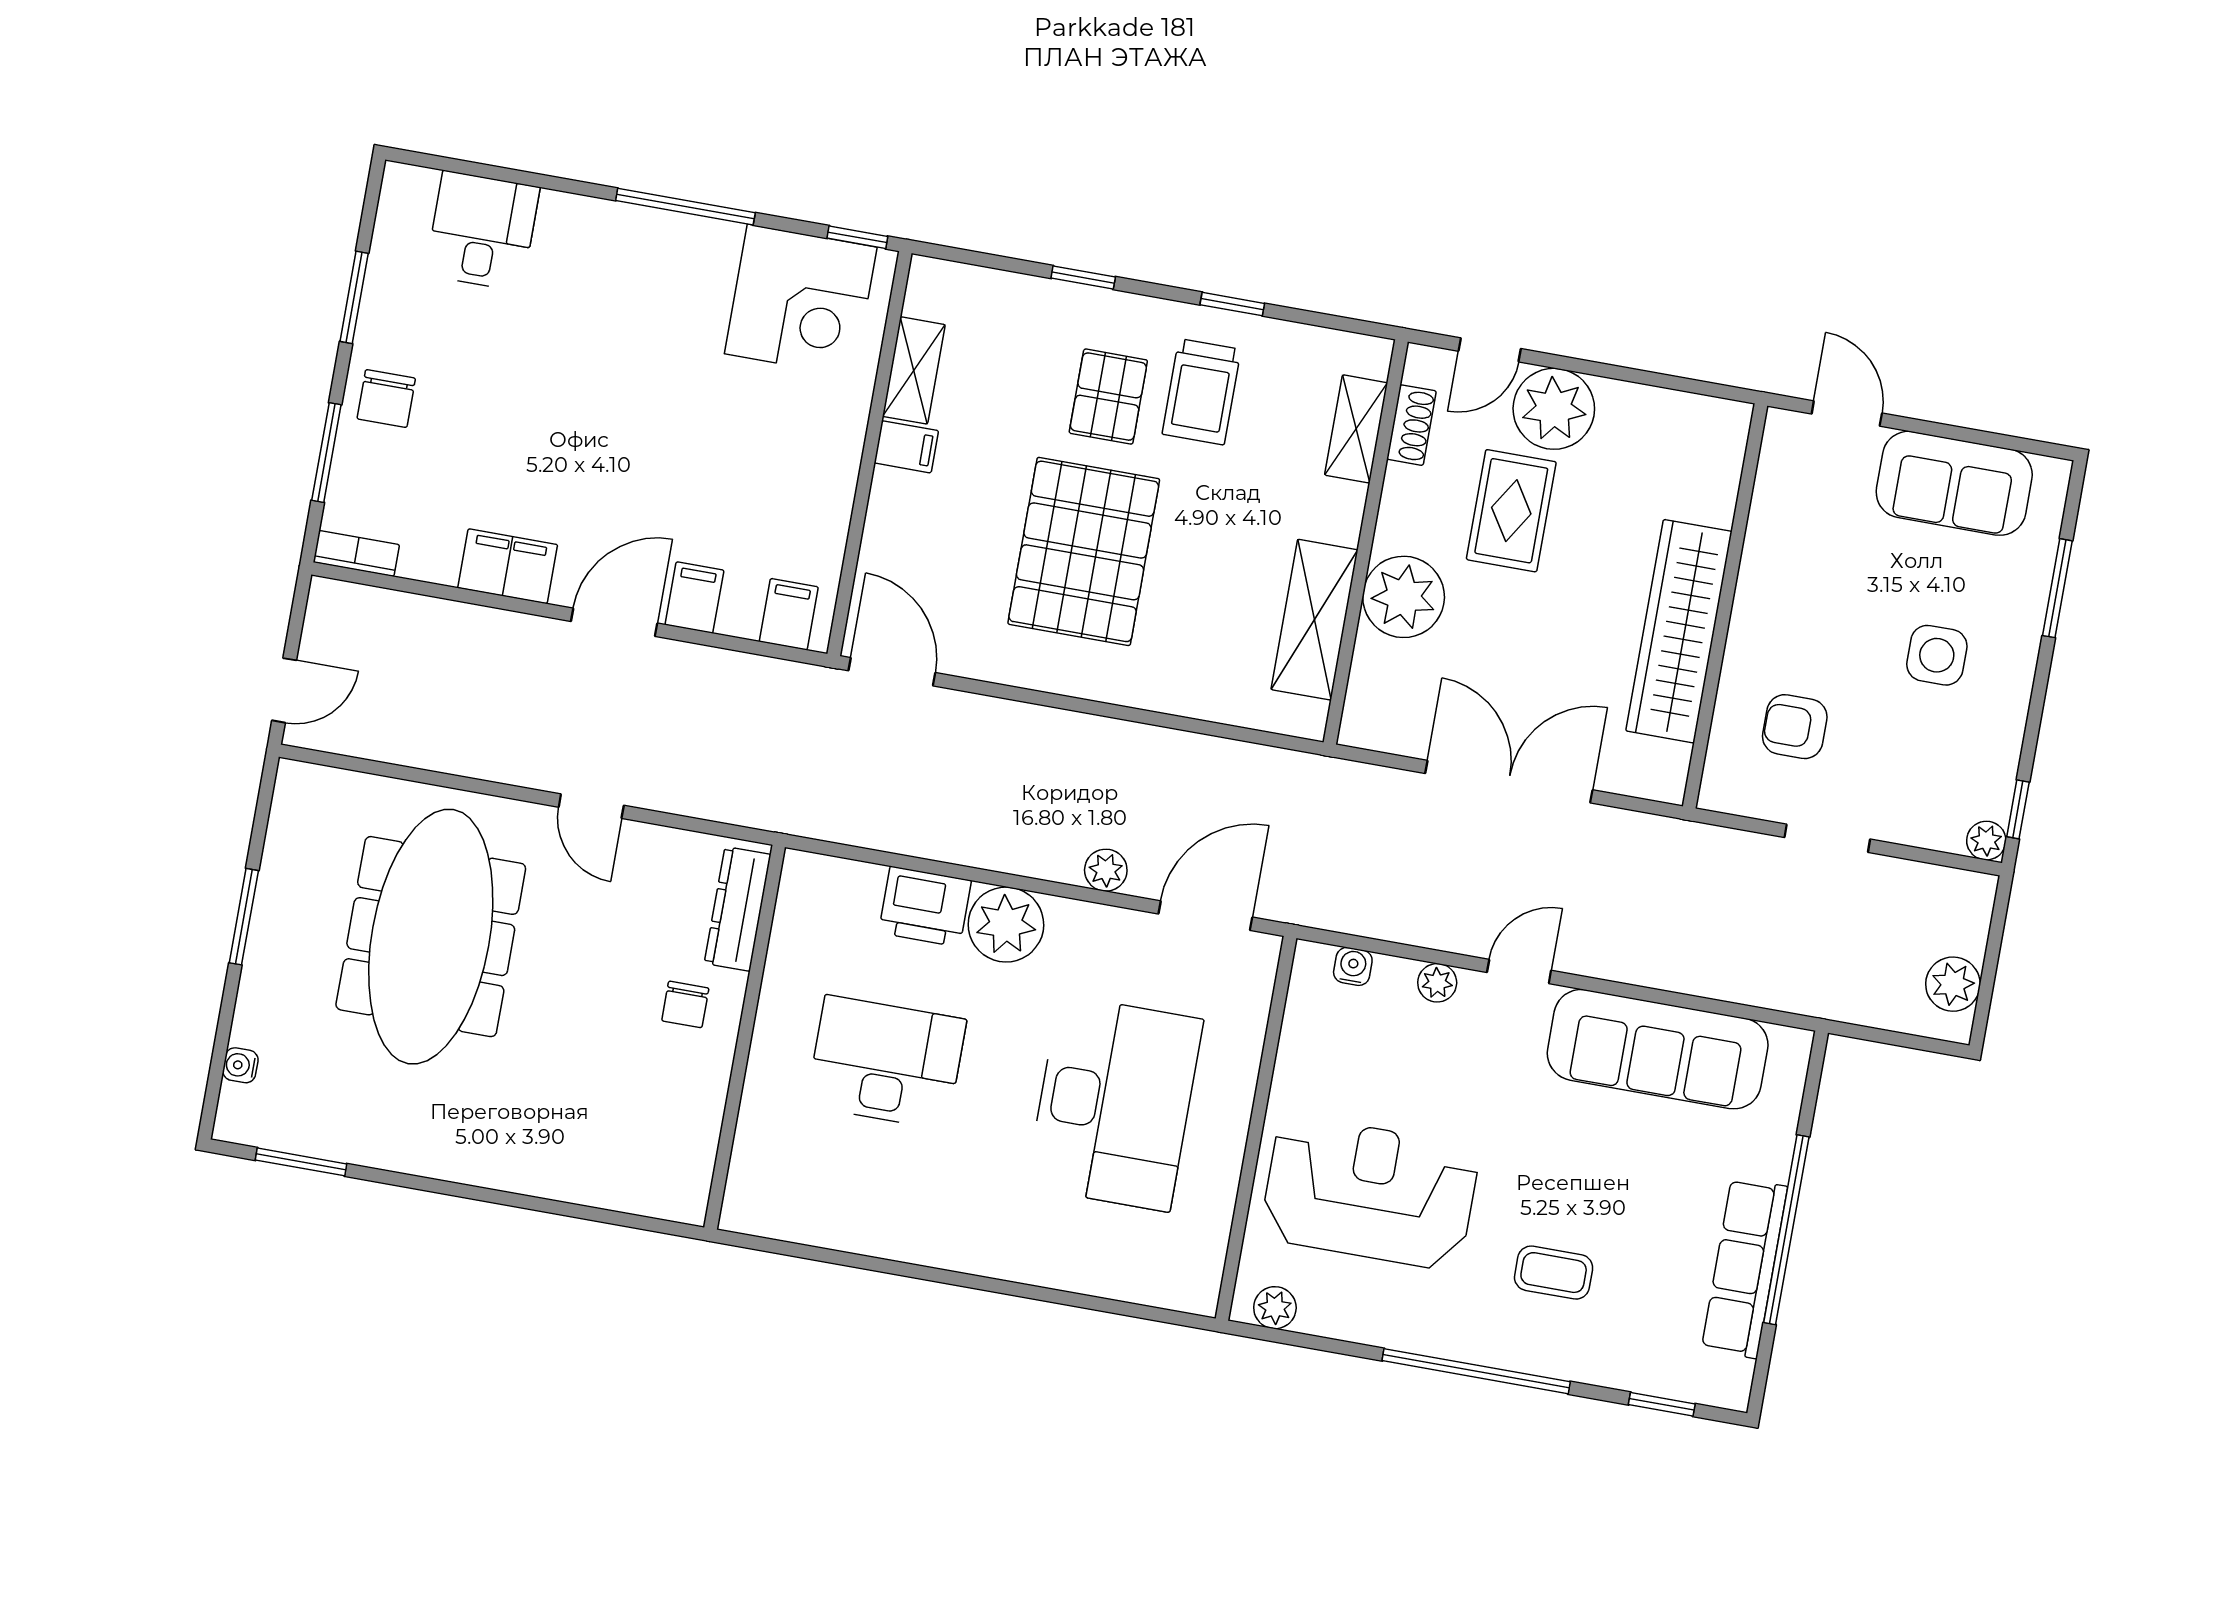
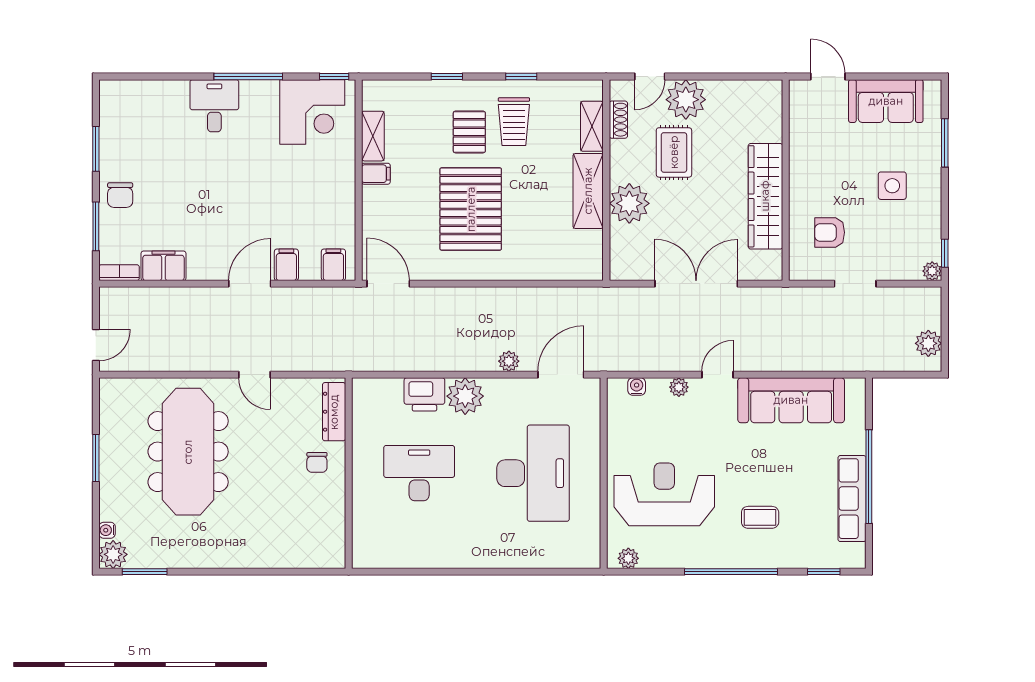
desk: (482, 231) -> (214, 106), moved
filing cabinet: (508, 566) -> (163, 266), moved
shelving: (1314, 620) -> (588, 191), moved
plant: (244, 1116) -> (113, 554), added

